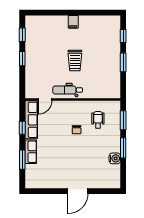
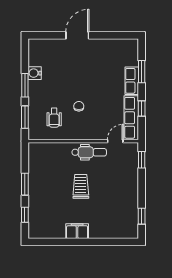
filing cabinet: (73, 22) -> (77, 231), width x2.00
window: (22, 59) -> (142, 160), moved

